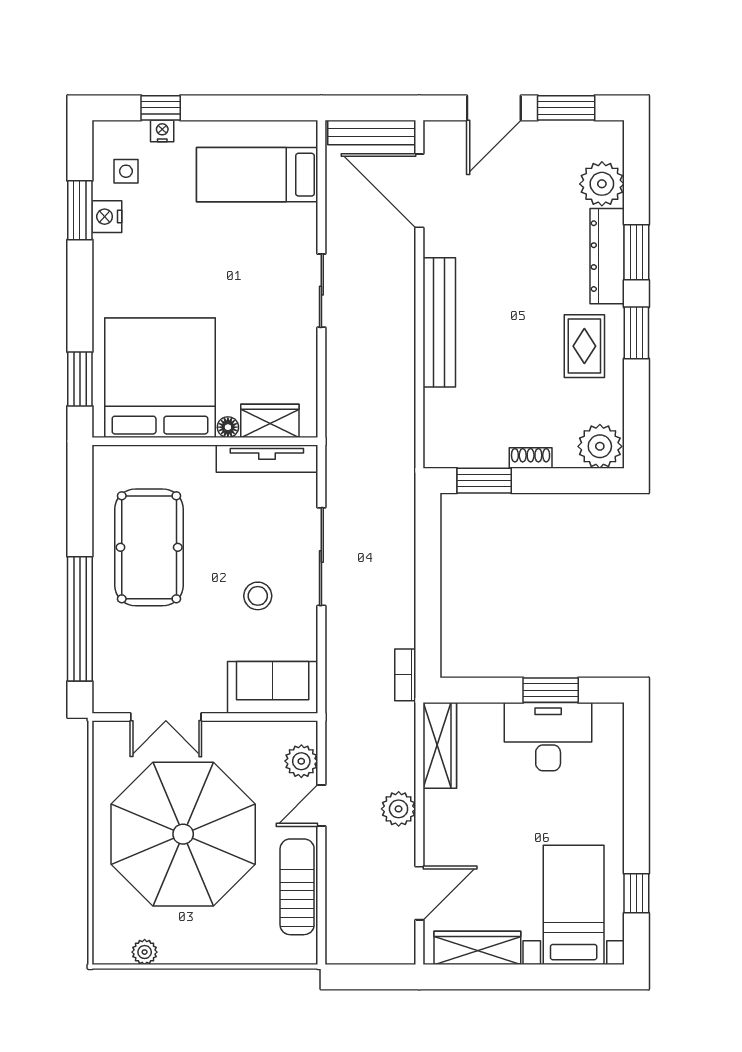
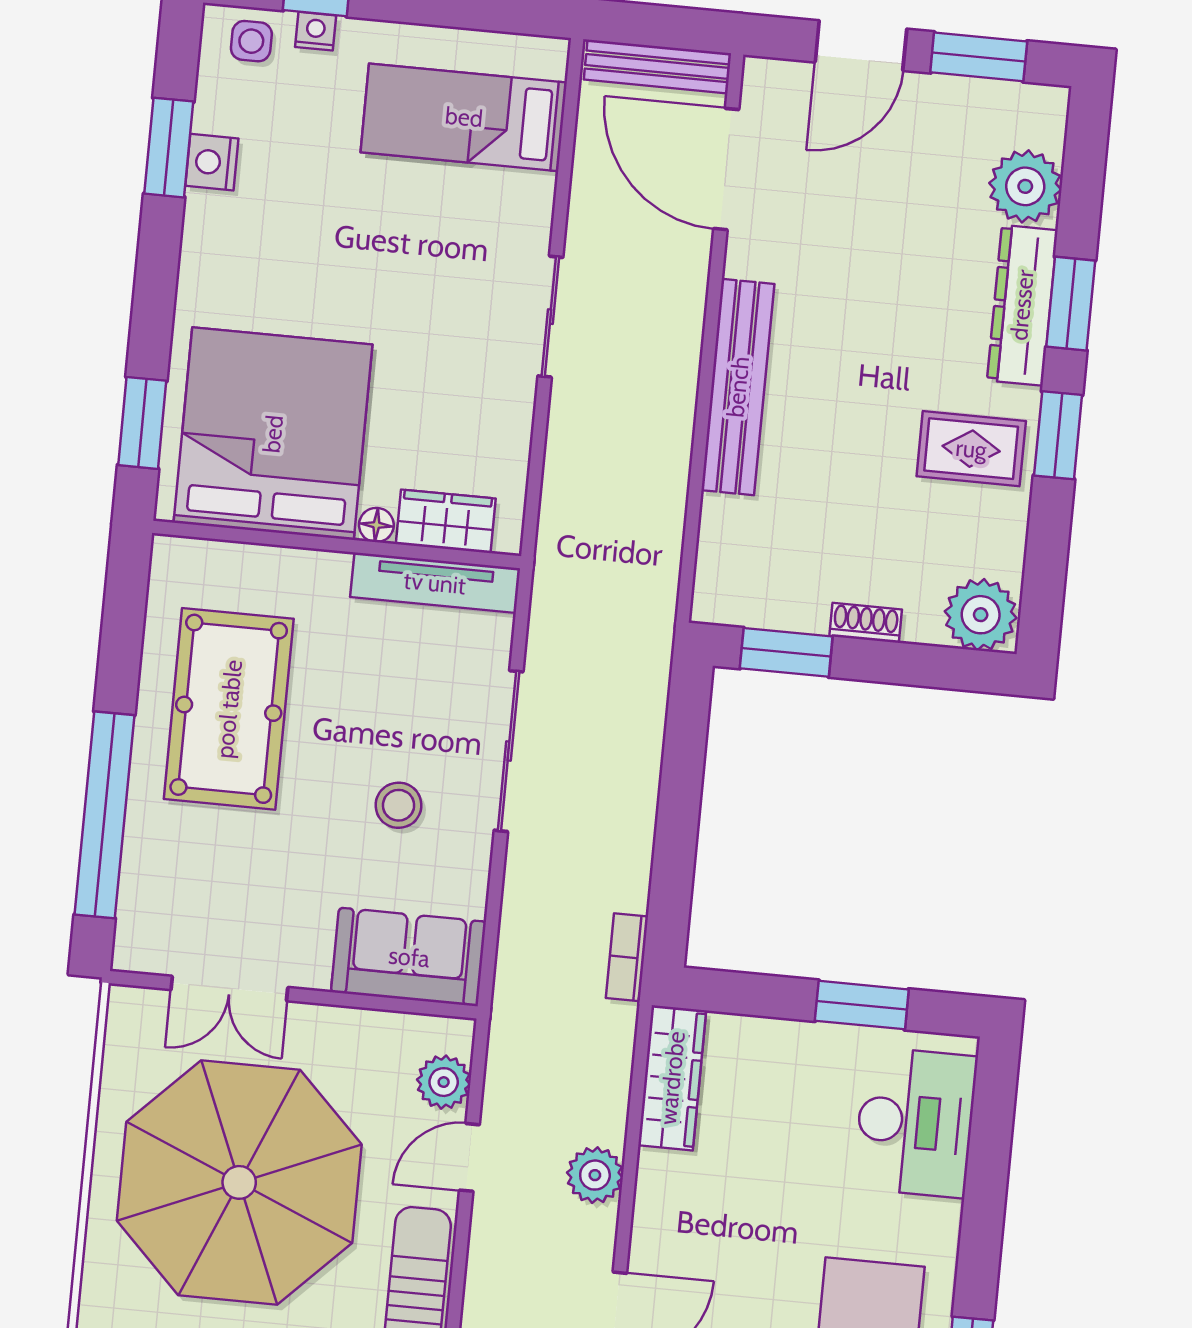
side table: (126, 171) -> (251, 41), moved
rug: (584, 346) -> (971, 449), turned 90
desk: (548, 737) -> (915, 1122), moved, turned 90

